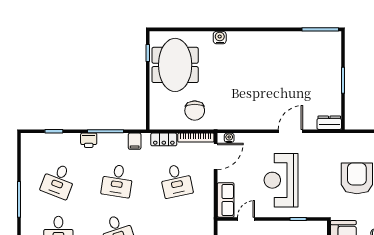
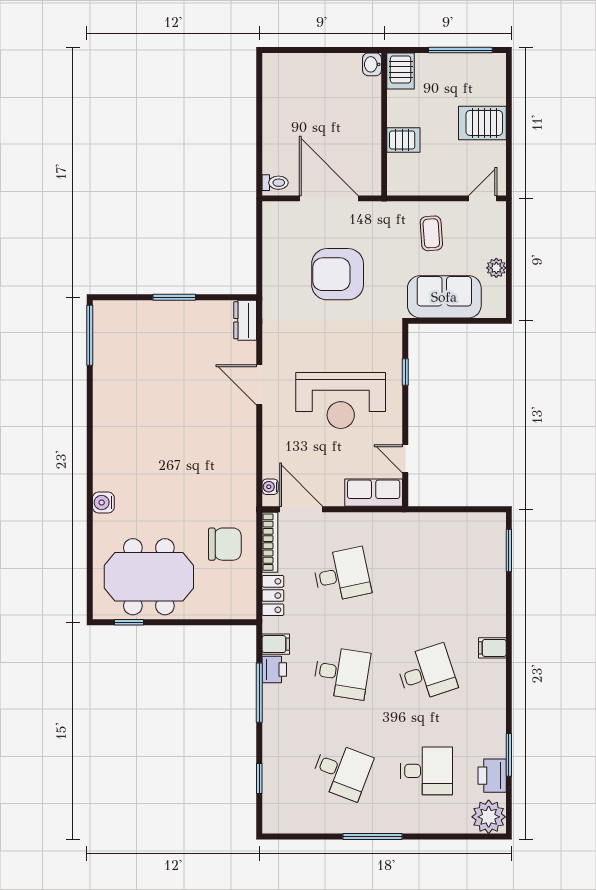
printer: (89, 140) -> (274, 670), moved

